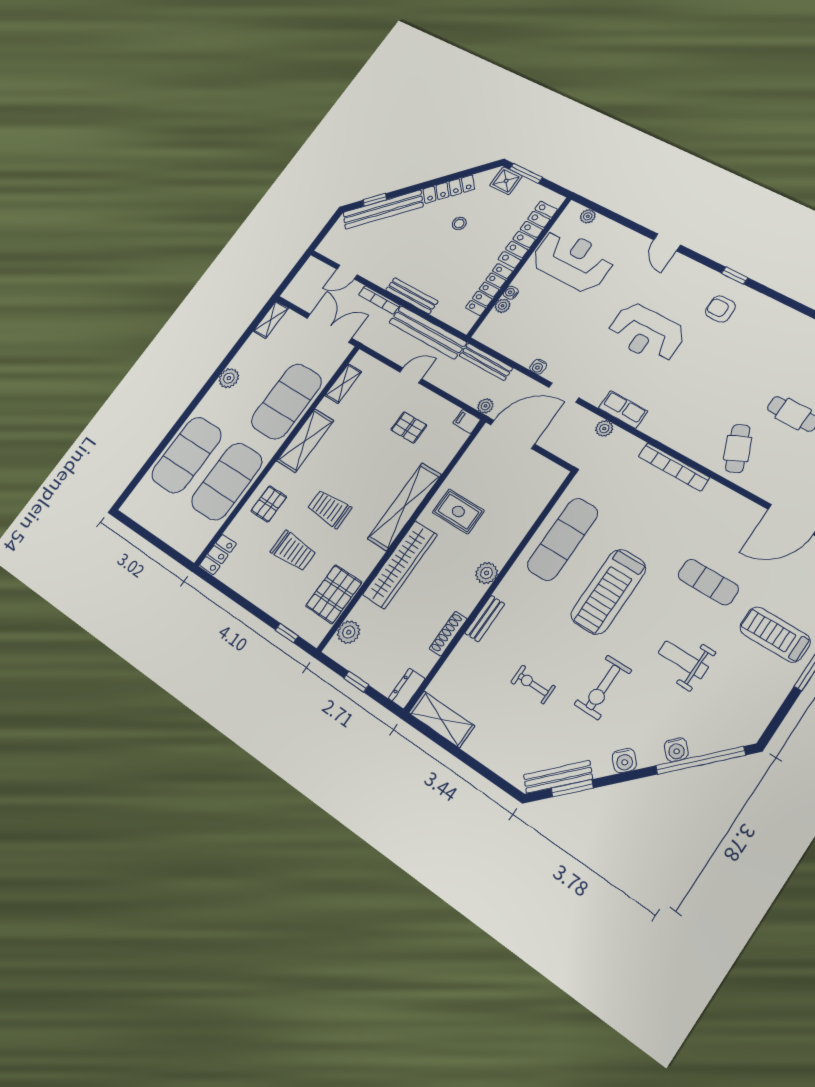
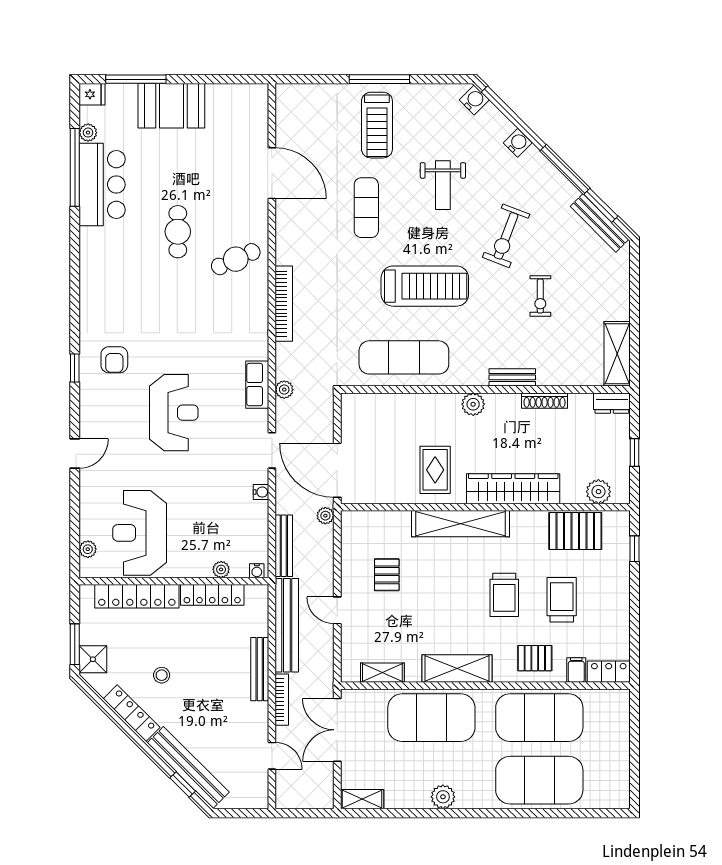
water cooler: (511, 293) -> (257, 571), moved
filing cabinet: (467, 421) -> (576, 670), moved, turned 180
exercise bike: (603, 687) -> (506, 236), turned 111
water cooler: (624, 761) -> (474, 100), moved

